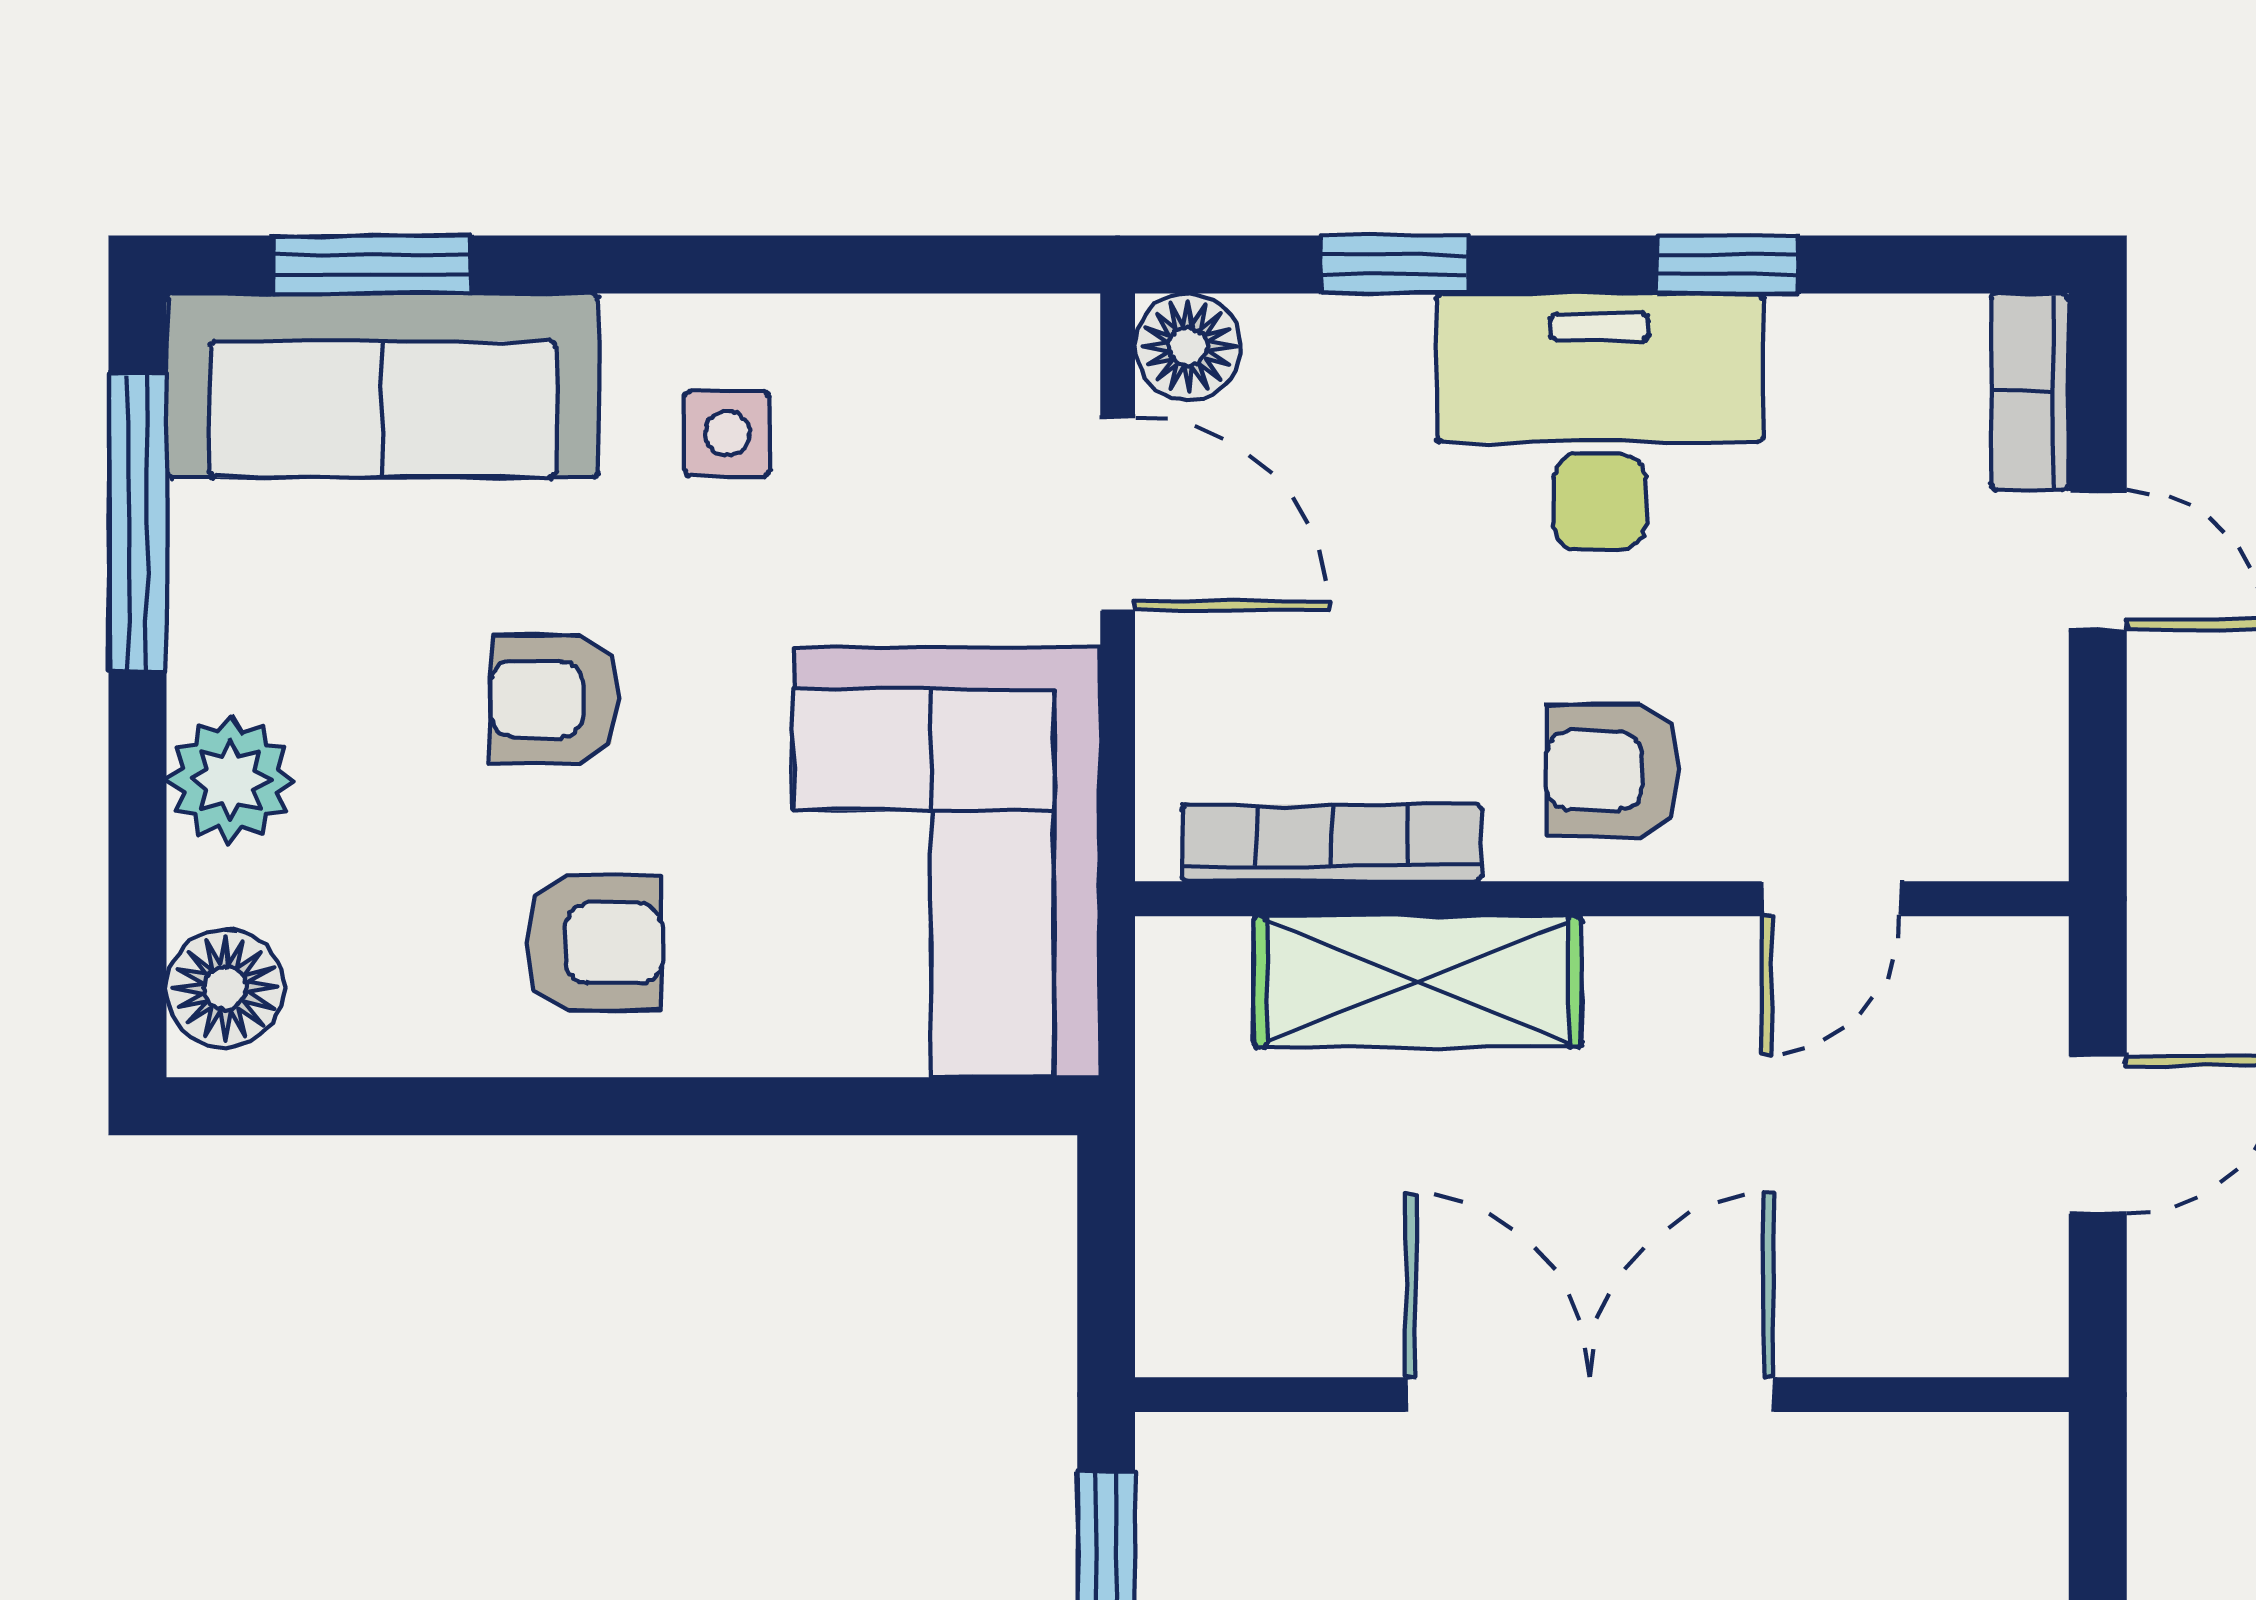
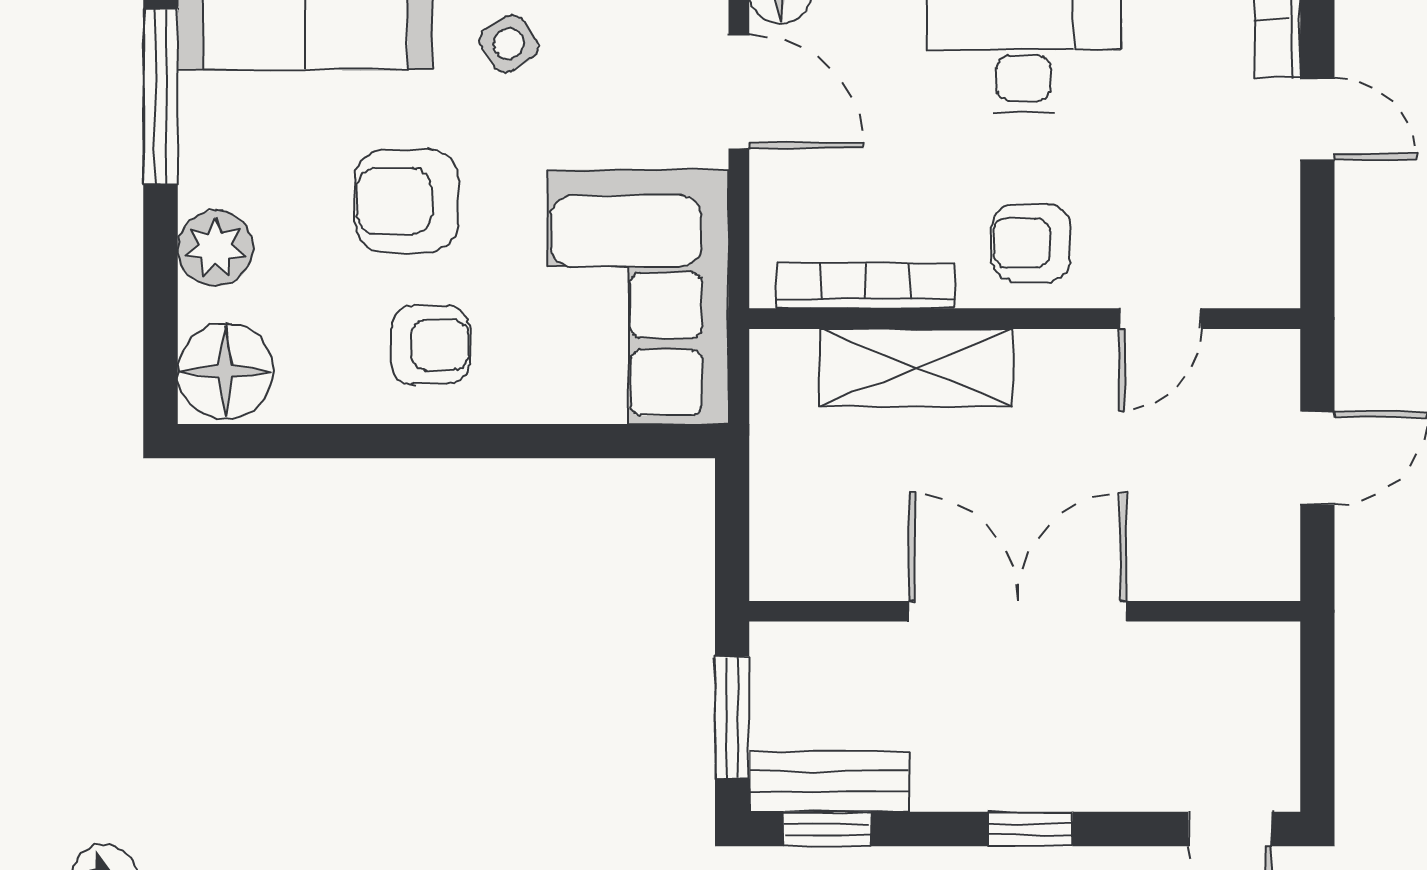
side table: (728, 433) -> (509, 44), turned -33
armchair: (555, 699) -> (407, 201), width x1.38, depth x1.38
floor lamp: (225, 988) -> (225, 371), width x1.38, depth x1.38

